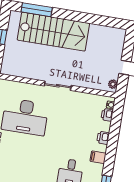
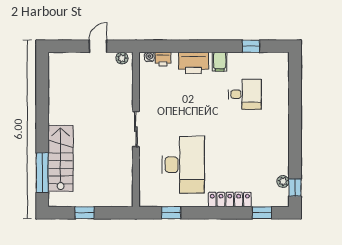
stairs: (53, 32) -> (61, 158), width x0.73, depth x0.66
printer: (103, 138) -> (194, 63), width x1.87, depth x1.48

